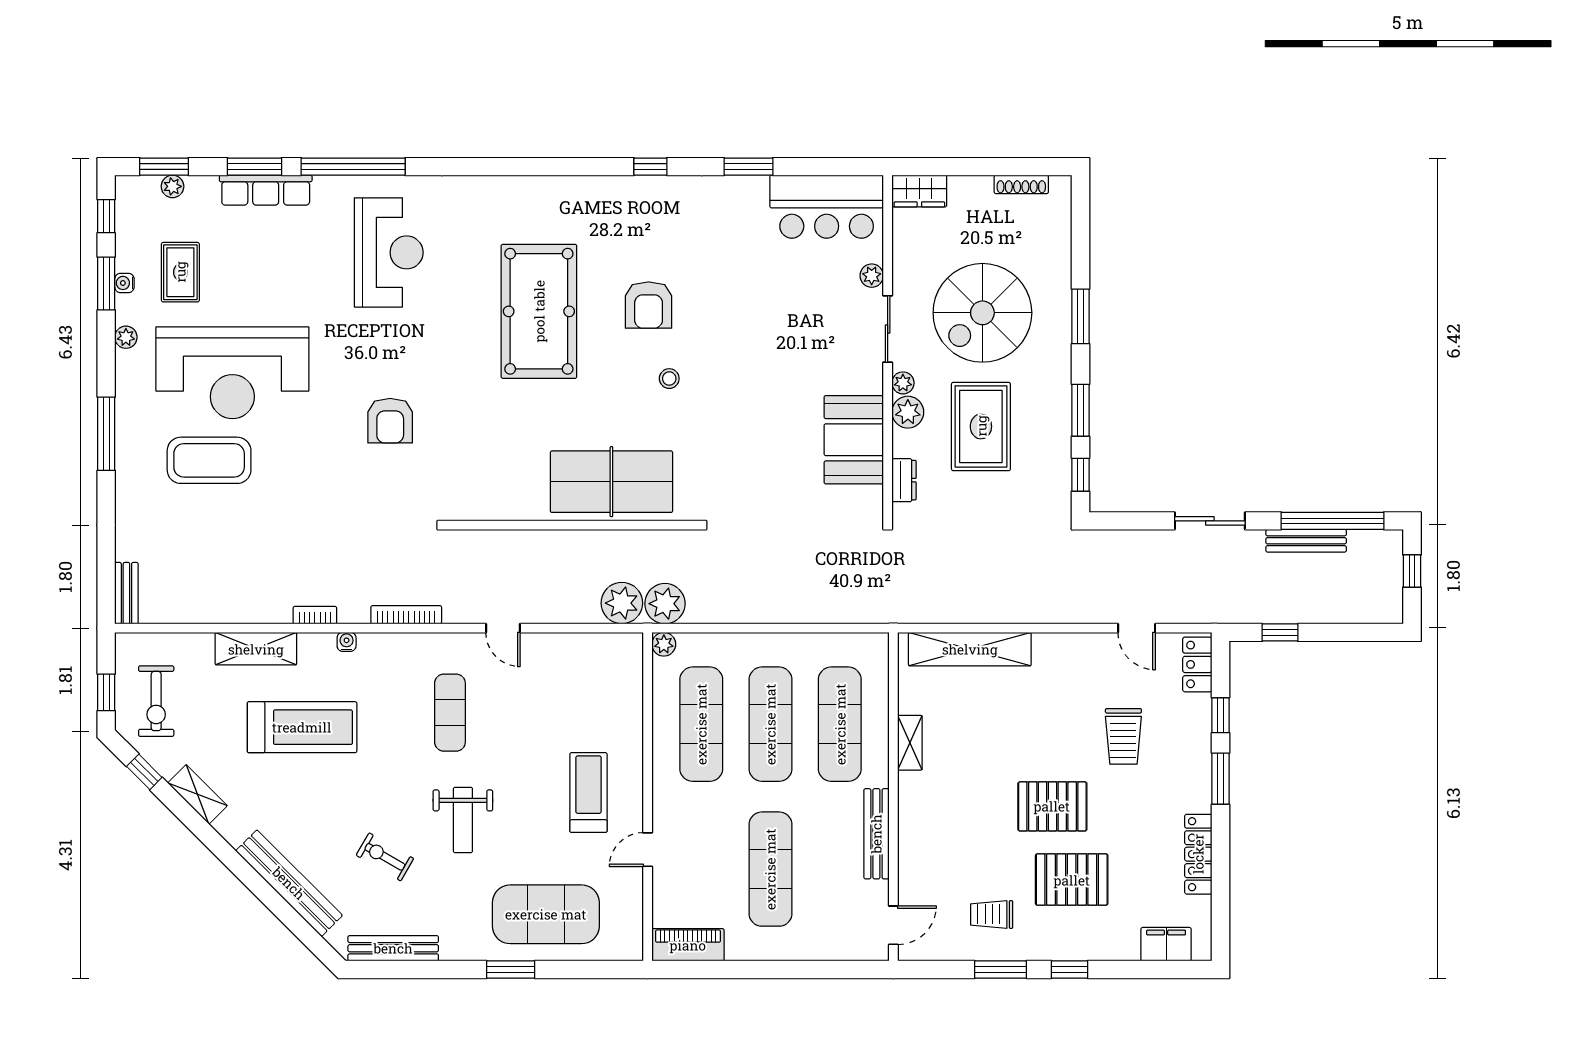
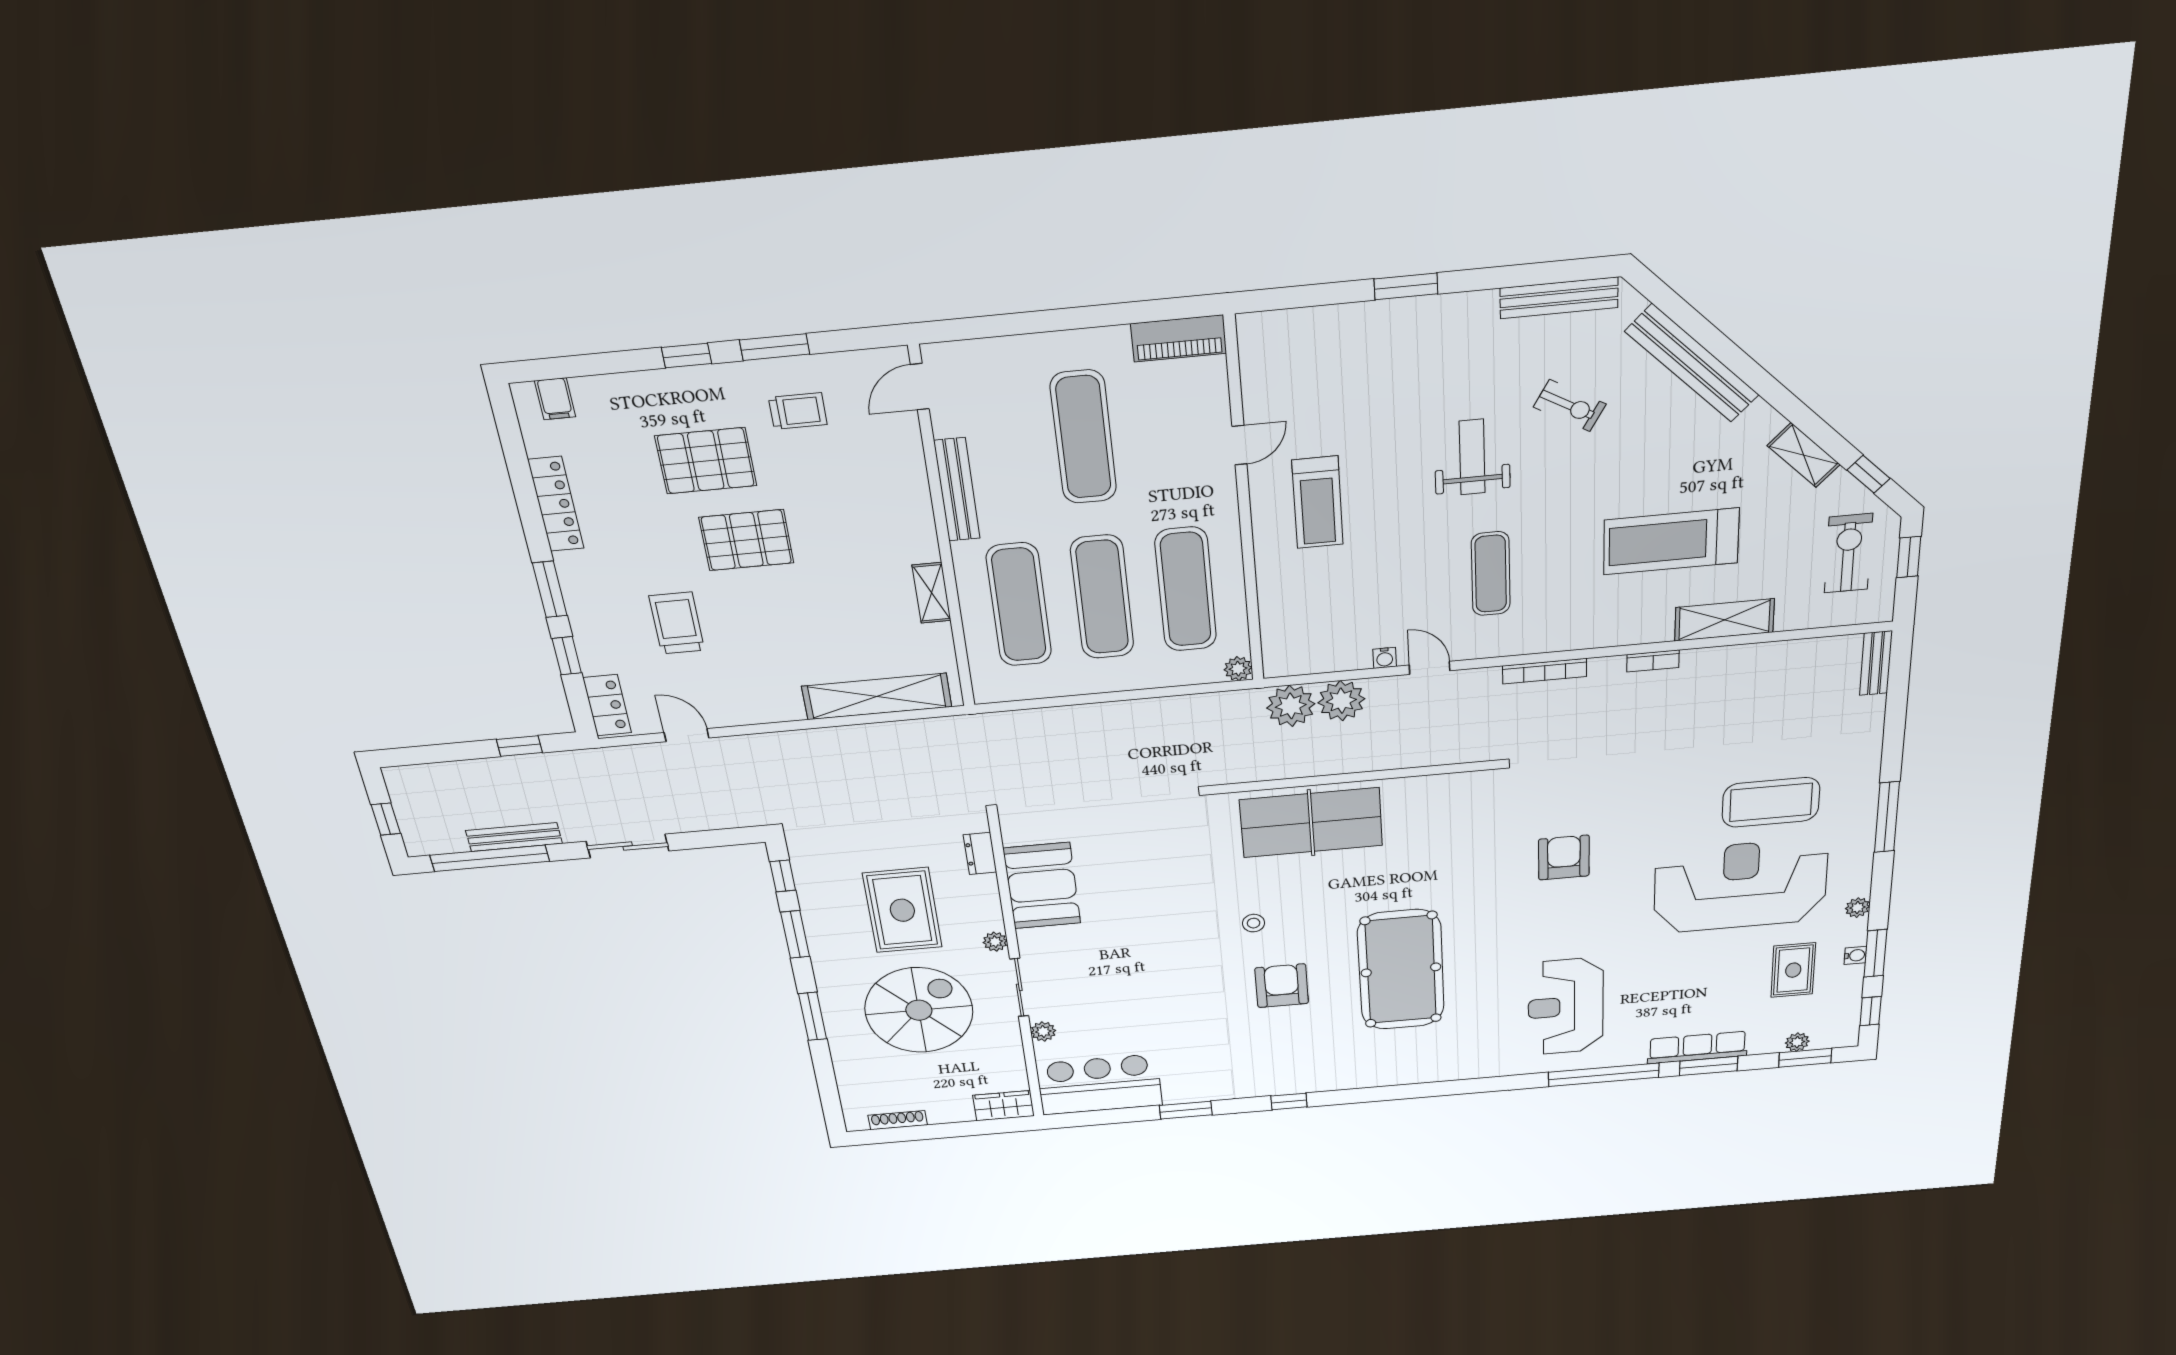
plant: (908, 412) -> (986, 916), removed
plant: (665, 604) -> (1341, 701), moved
water cooler: (347, 642) -> (1385, 658), moved
exercise mat: (546, 914) -> (1363, 357), removed
filing cabinet: (1166, 944) -> (555, 399), width x0.50

